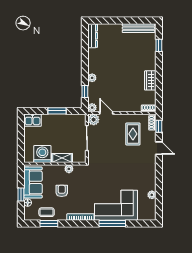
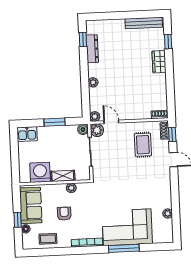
dresser: (93, 36) -> (92, 49), moved
wardrobe: (150, 80) -> (159, 62), moved
window: (85, 92) -> (83, 39), moved
boiler: (81, 118) -> (83, 129), added
window: (49, 223) -> (51, 252), removed

